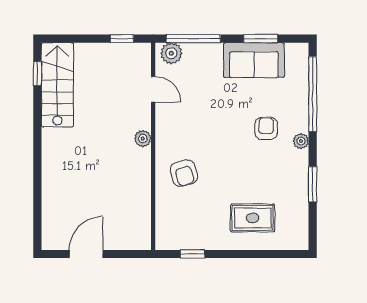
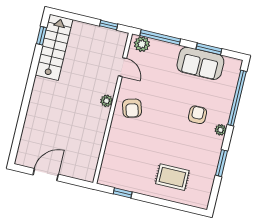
armchair: (184, 173) -> (132, 108), moved

